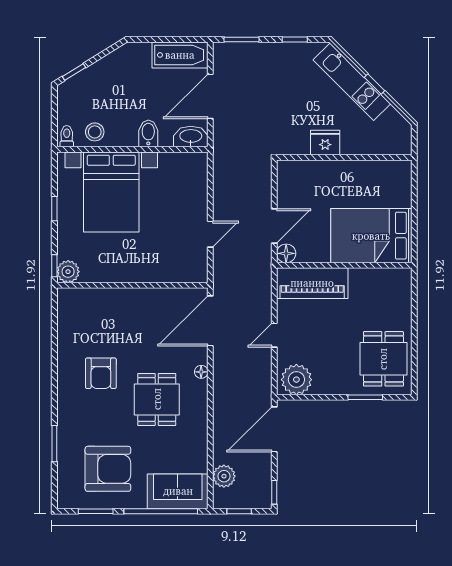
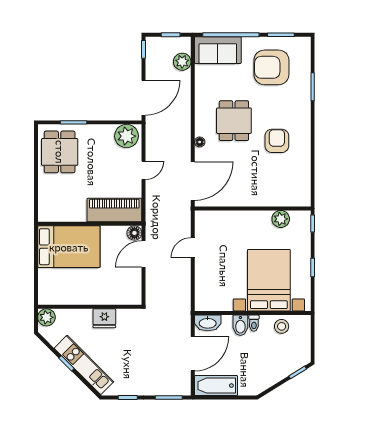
toilet: (67, 136) -> (254, 323), moved
plant: (400, 144) -> (46, 317), added
plant: (68, 272) -> (281, 219), moved

